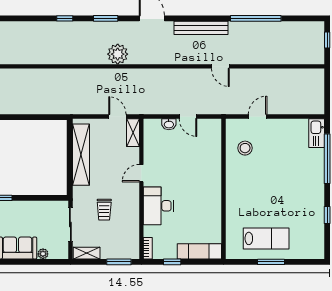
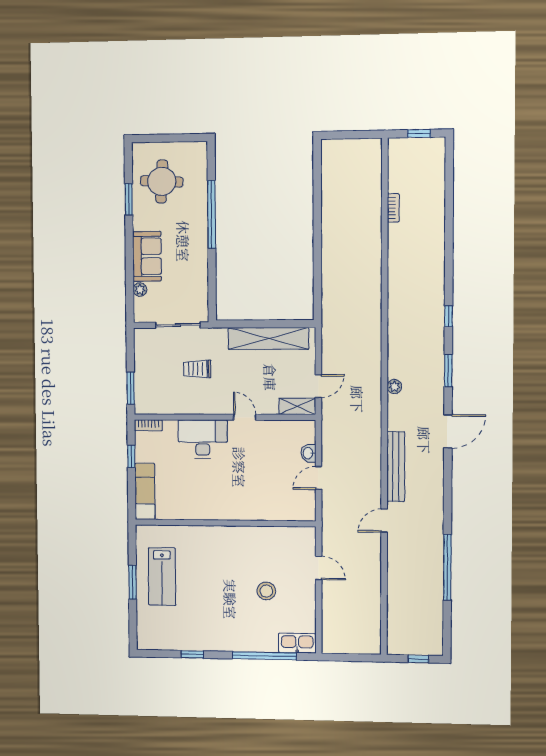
bench: (201, 28) -> (396, 467), moved
plant: (118, 54) -> (394, 387), width x0.53, depth x0.53
stool: (245, 148) -> (266, 591), moved
shelving: (87, 253) -> (141, 346), removed

